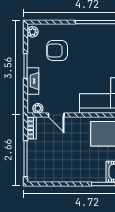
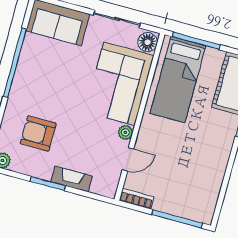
armchair: (57, 51) -> (38, 133), turned 90
plant: (38, 108) -> (125, 132), moved

